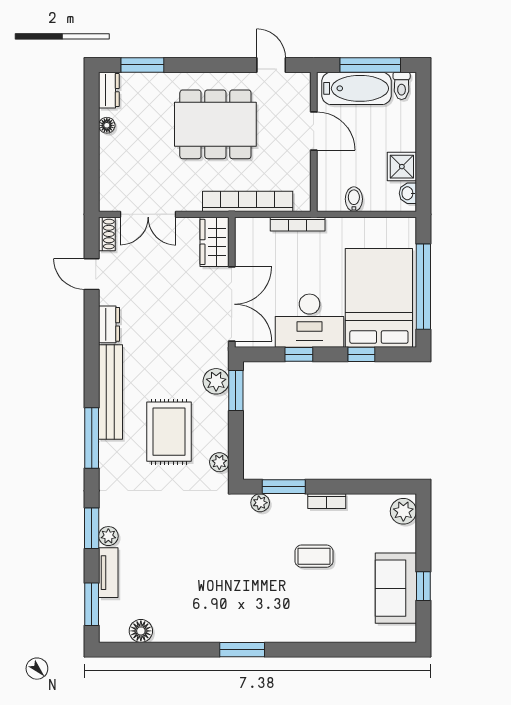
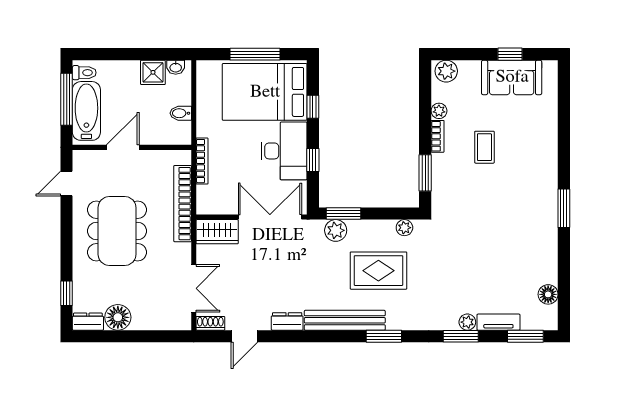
window: (142, 65) -> (67, 293), width x0.67
floor lamp: (107, 125) -> (118, 317), width x1.89, depth x1.89
window: (423, 287) -> (255, 54), width x0.68
window: (92, 438) -> (384, 336), width x0.69
plant: (260, 503) -> (439, 111), moved

